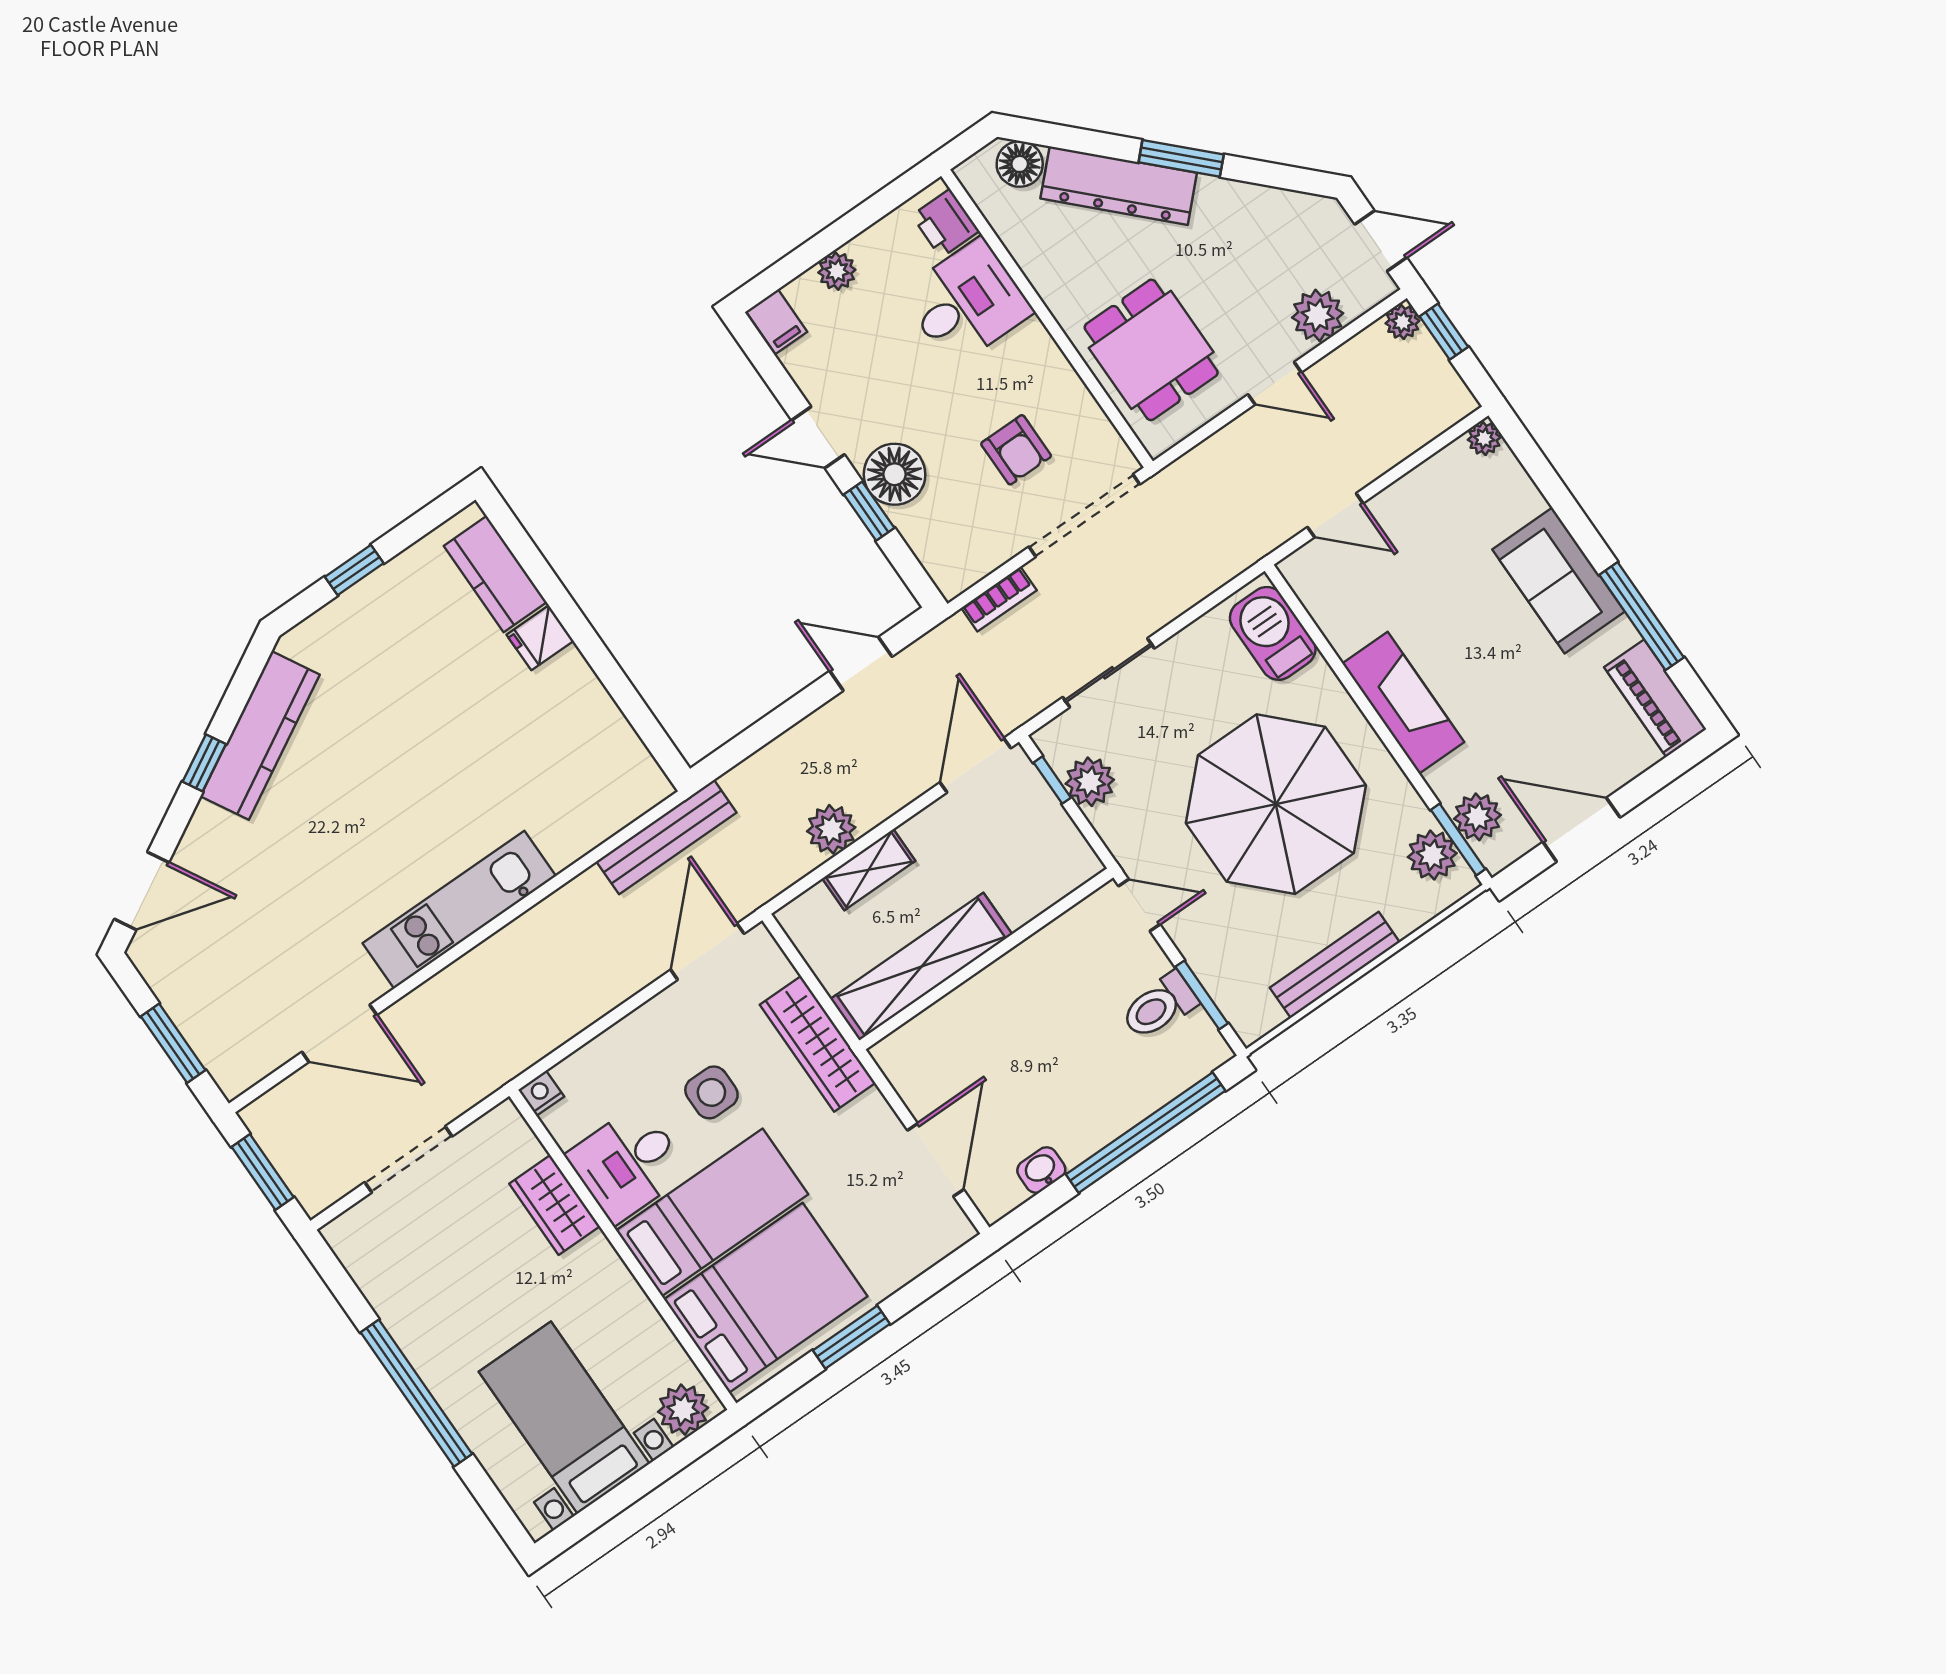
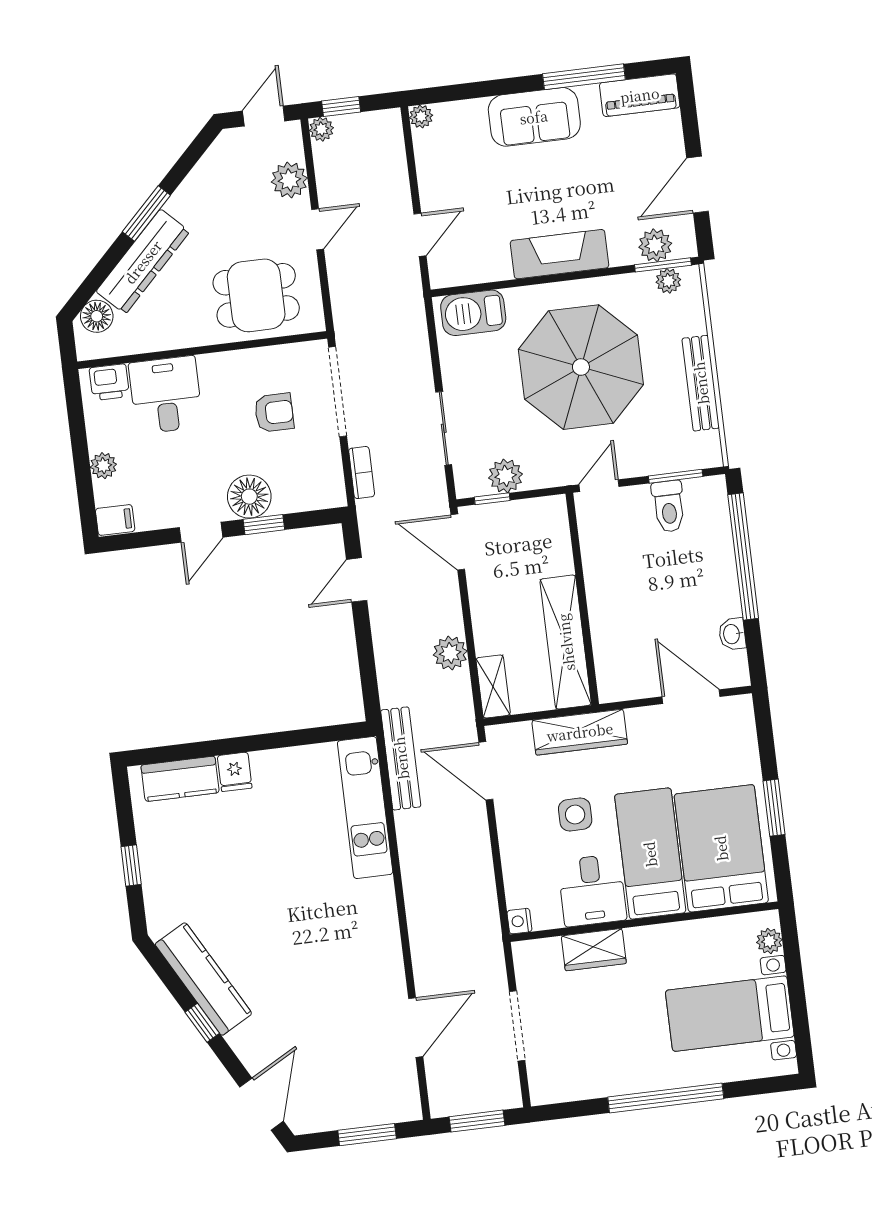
plant: (1432, 855) -> (668, 281), width x0.73, depth x0.73
shelving: (869, 870) -> (493, 686), moved
kitchen unit: (459, 910) -> (365, 808), moved
plant: (683, 1410) -> (769, 941), width x0.73, depth x0.73

